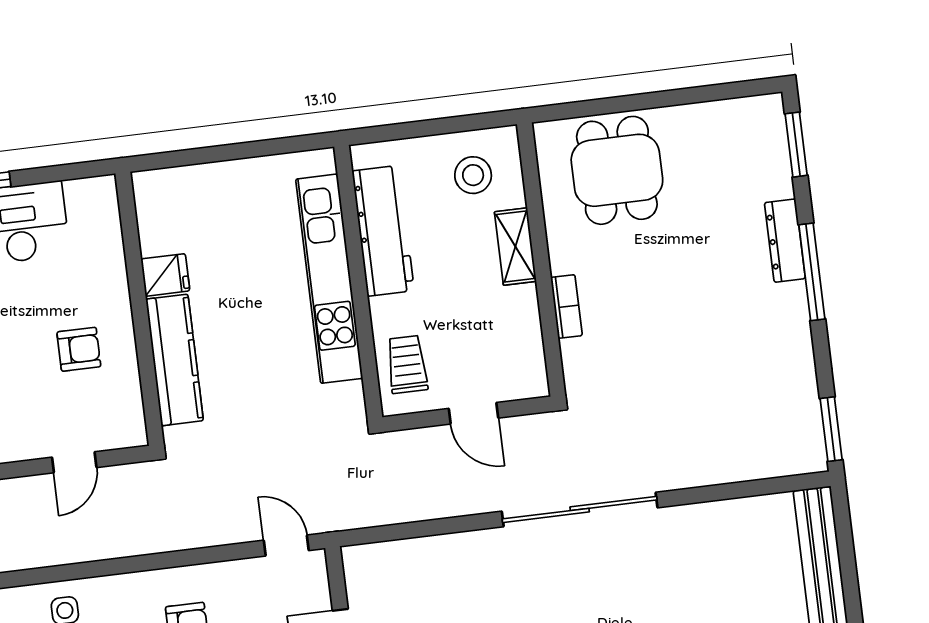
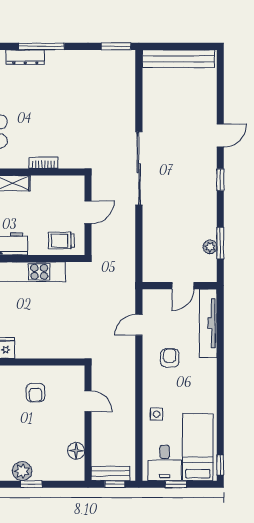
armchair: (79, 349) -> (36, 393), turned 180
kitchen counter: (175, 360) -> (46, 349), removed
door: (286, 545) -> (139, 325), moved

